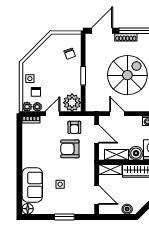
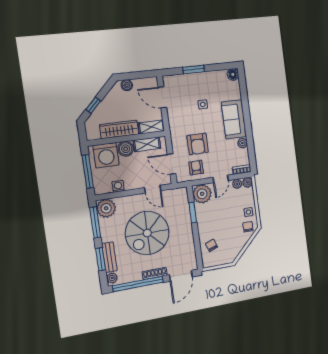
window: (83, 76) -> (193, 212), moved
chair: (36, 92) -> (248, 227), moved
plant: (27, 144) -> (242, 143), added
armchair: (70, 149) -> (198, 144), turned 90
sofa: (32, 185) -> (234, 119), moved

